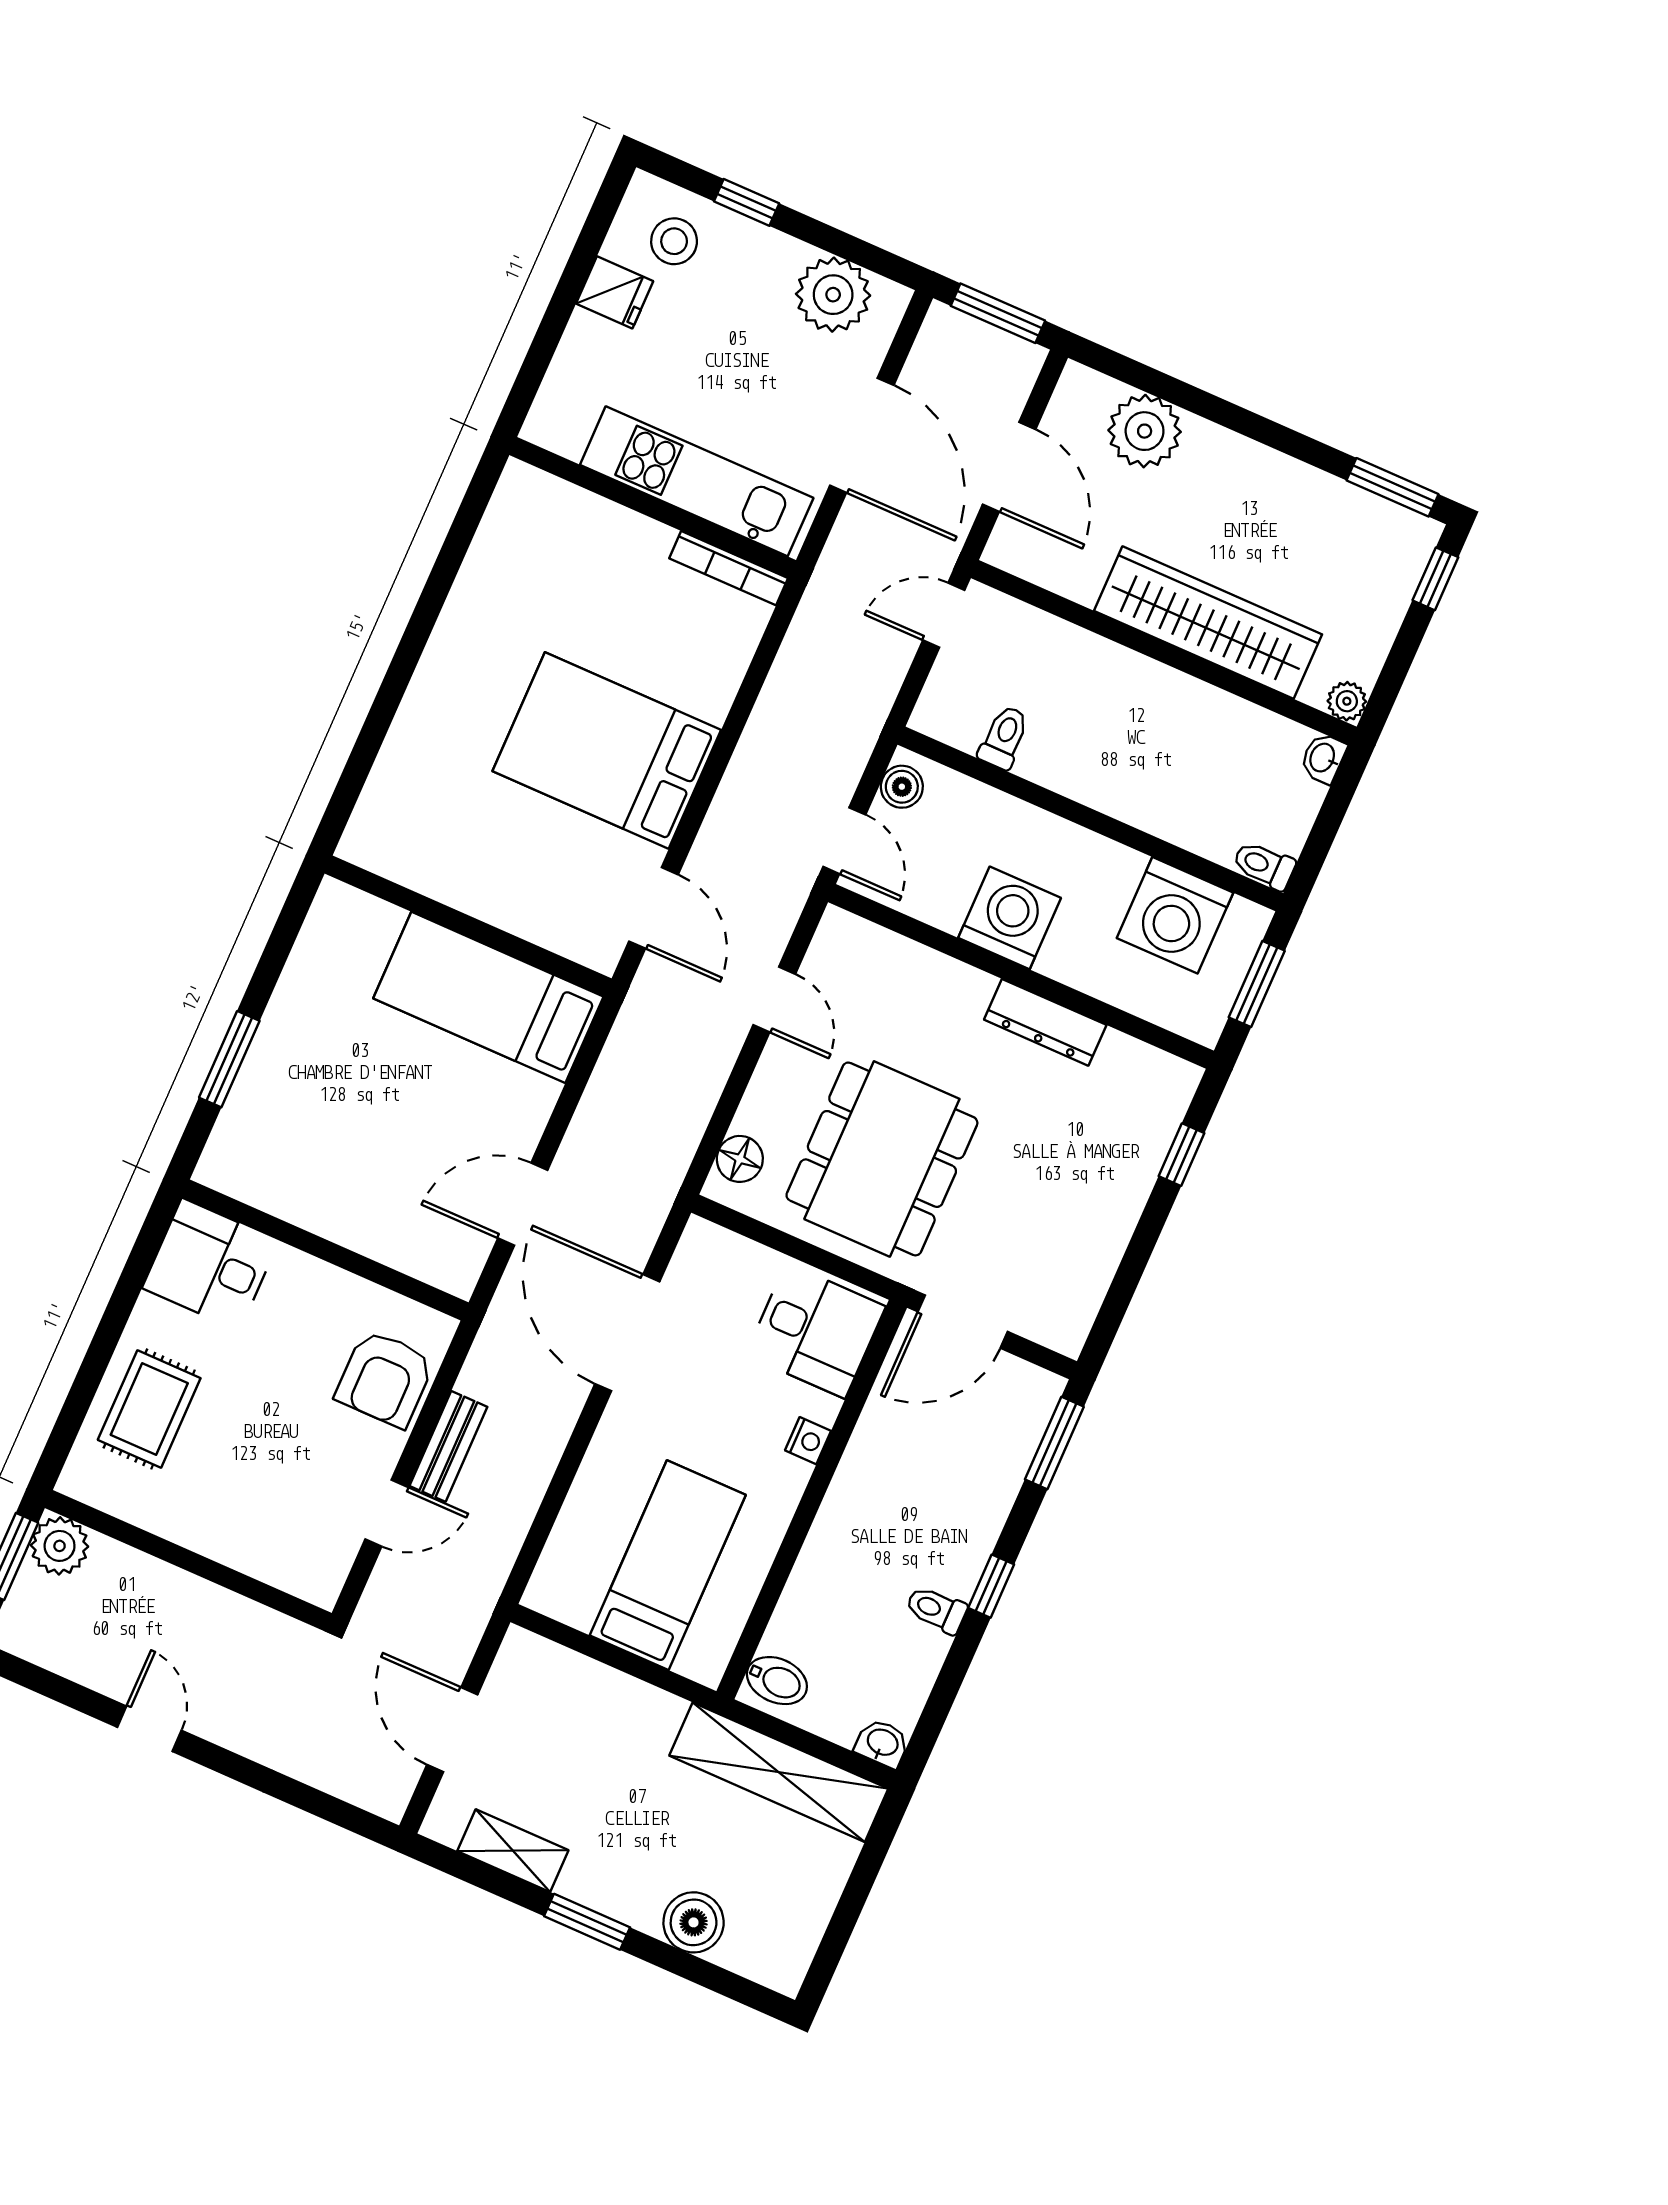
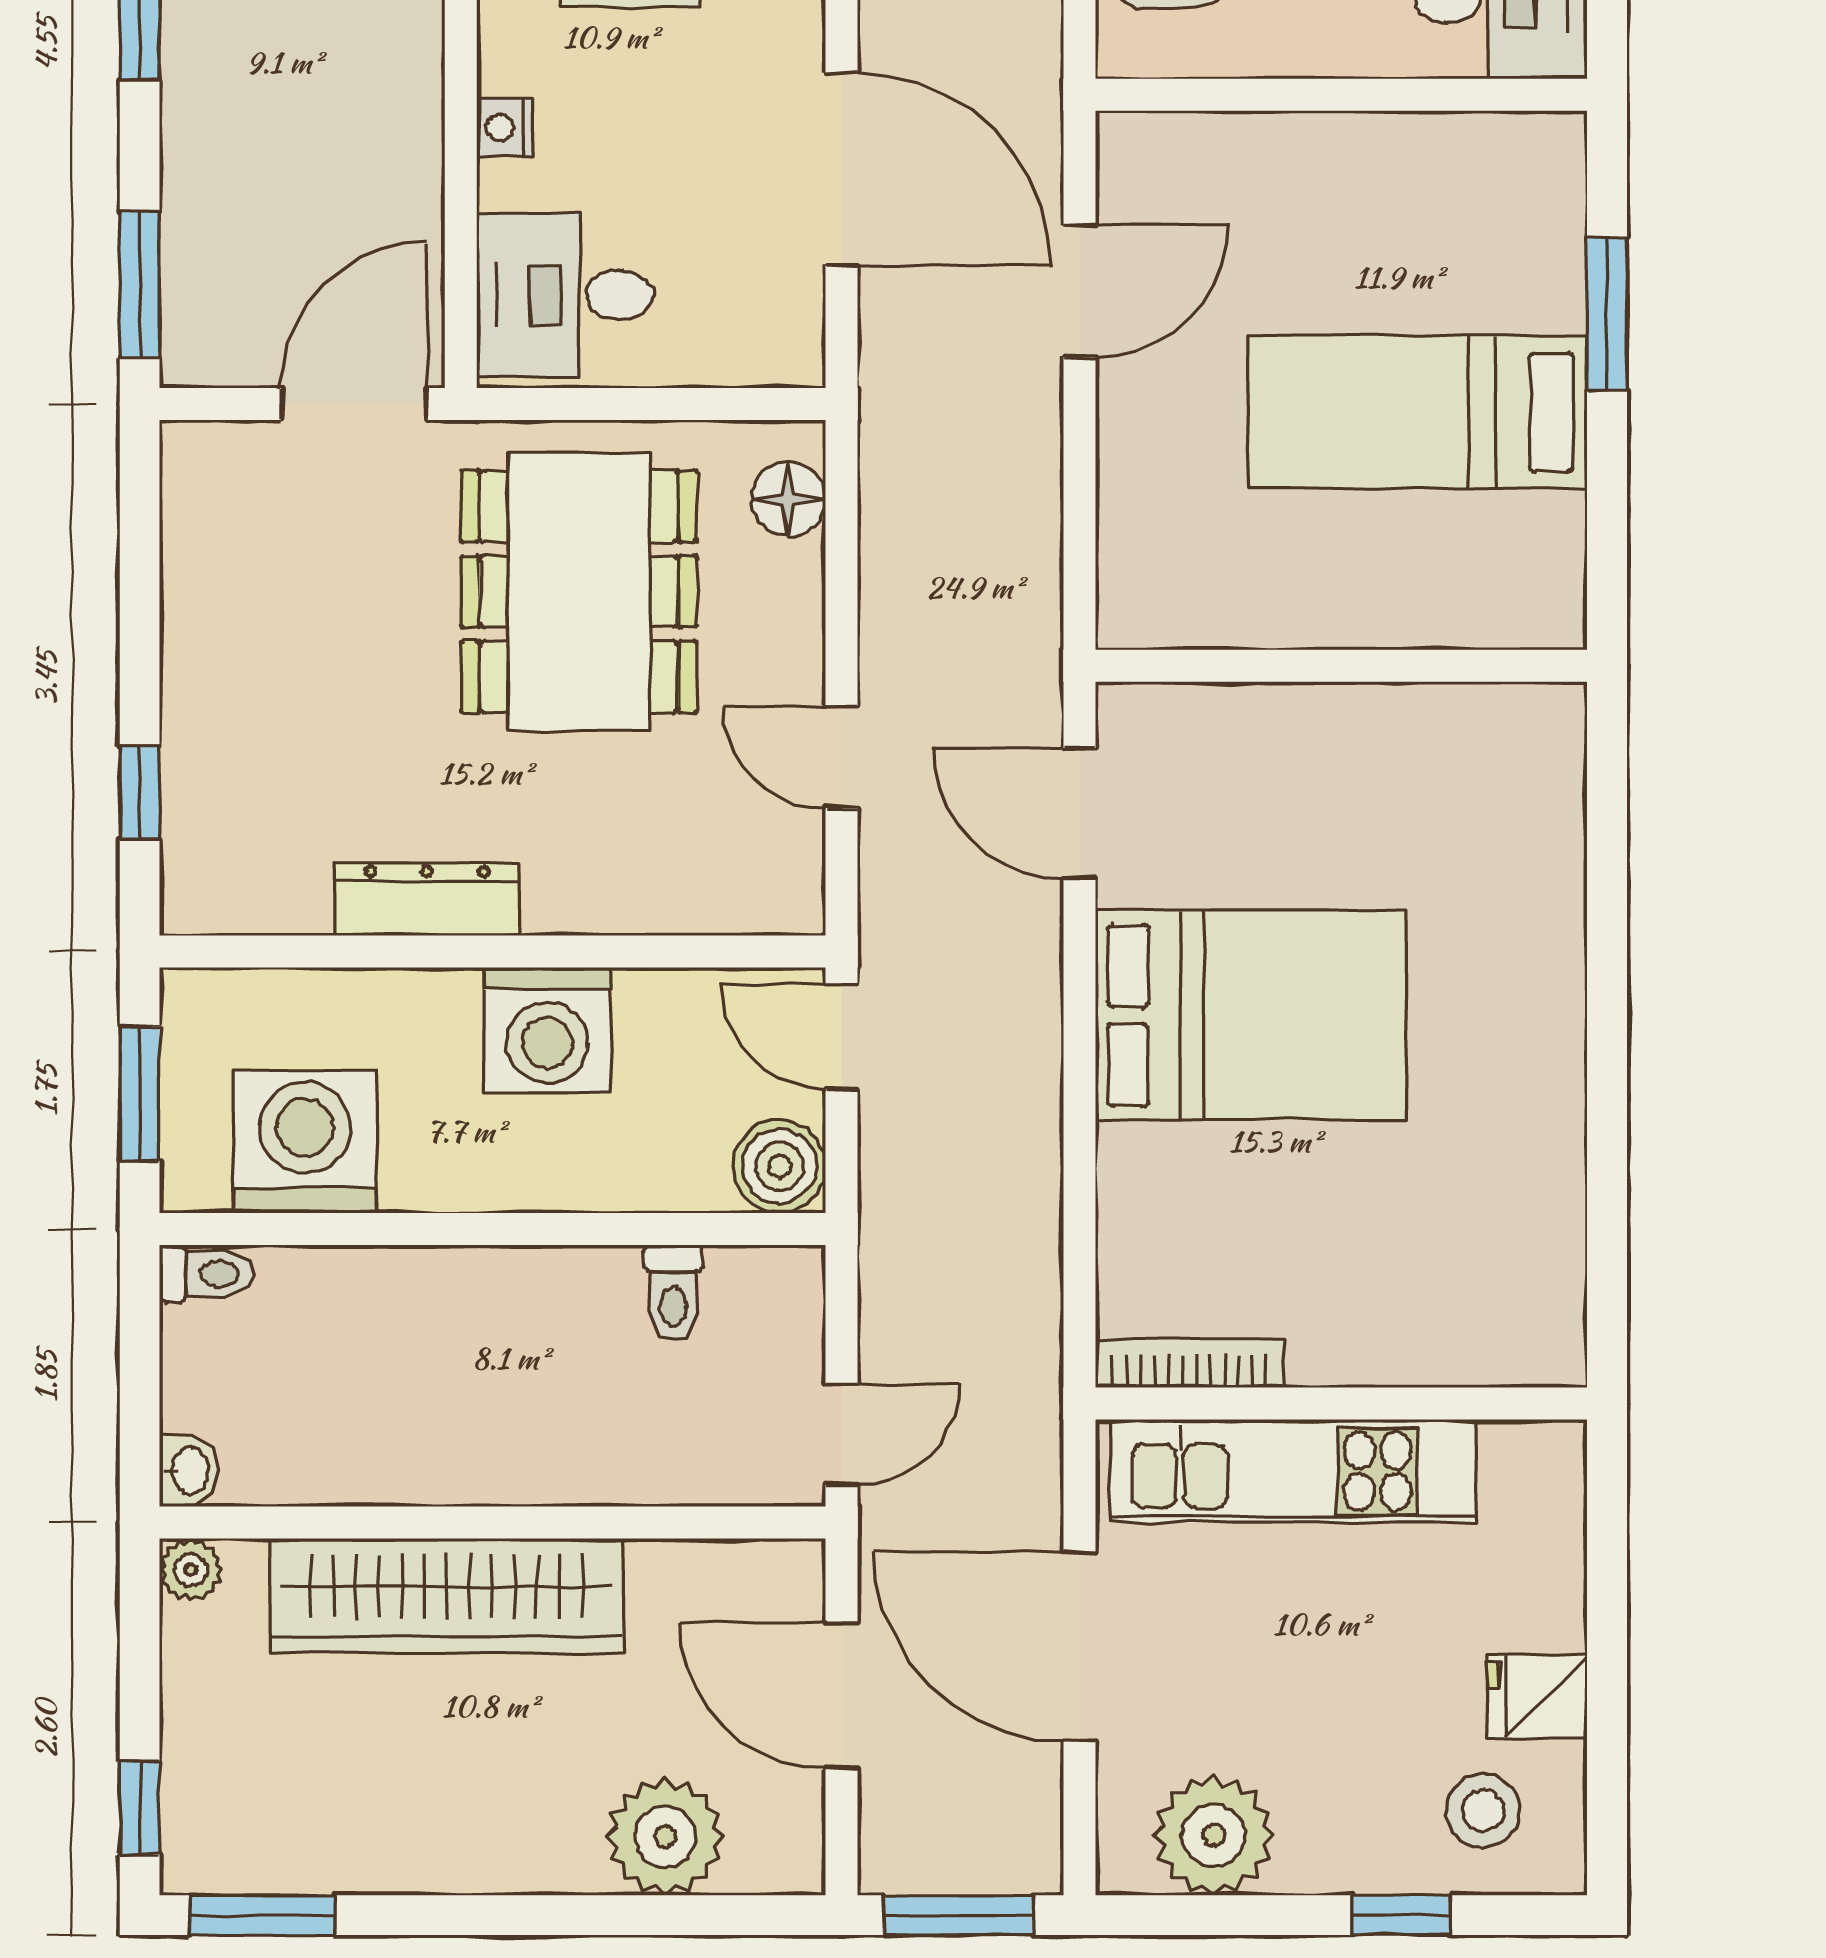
boiler: (902, 787) -> (779, 1166), width x1.36, depth x1.36
bed: (488, 997) -> (1418, 412), moved, turned 180

